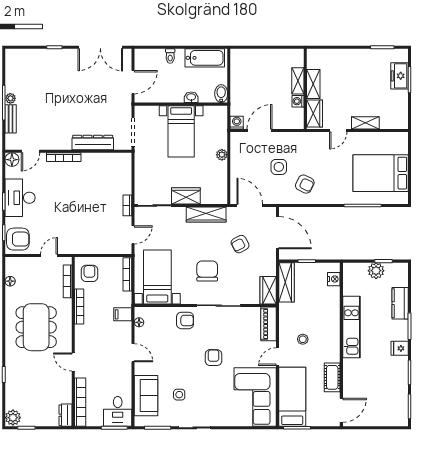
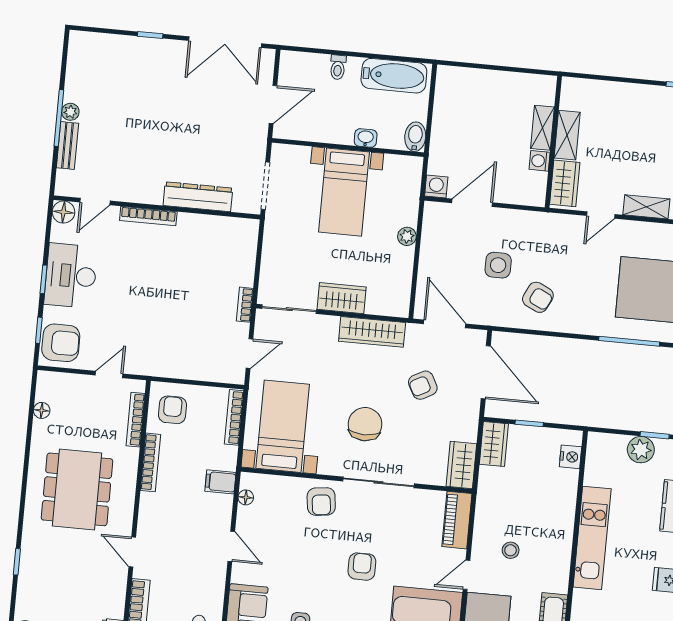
wardrobe: (287, 282) -> (494, 444), width x0.67
armchair: (185, 320) -> (321, 502), turned 83

